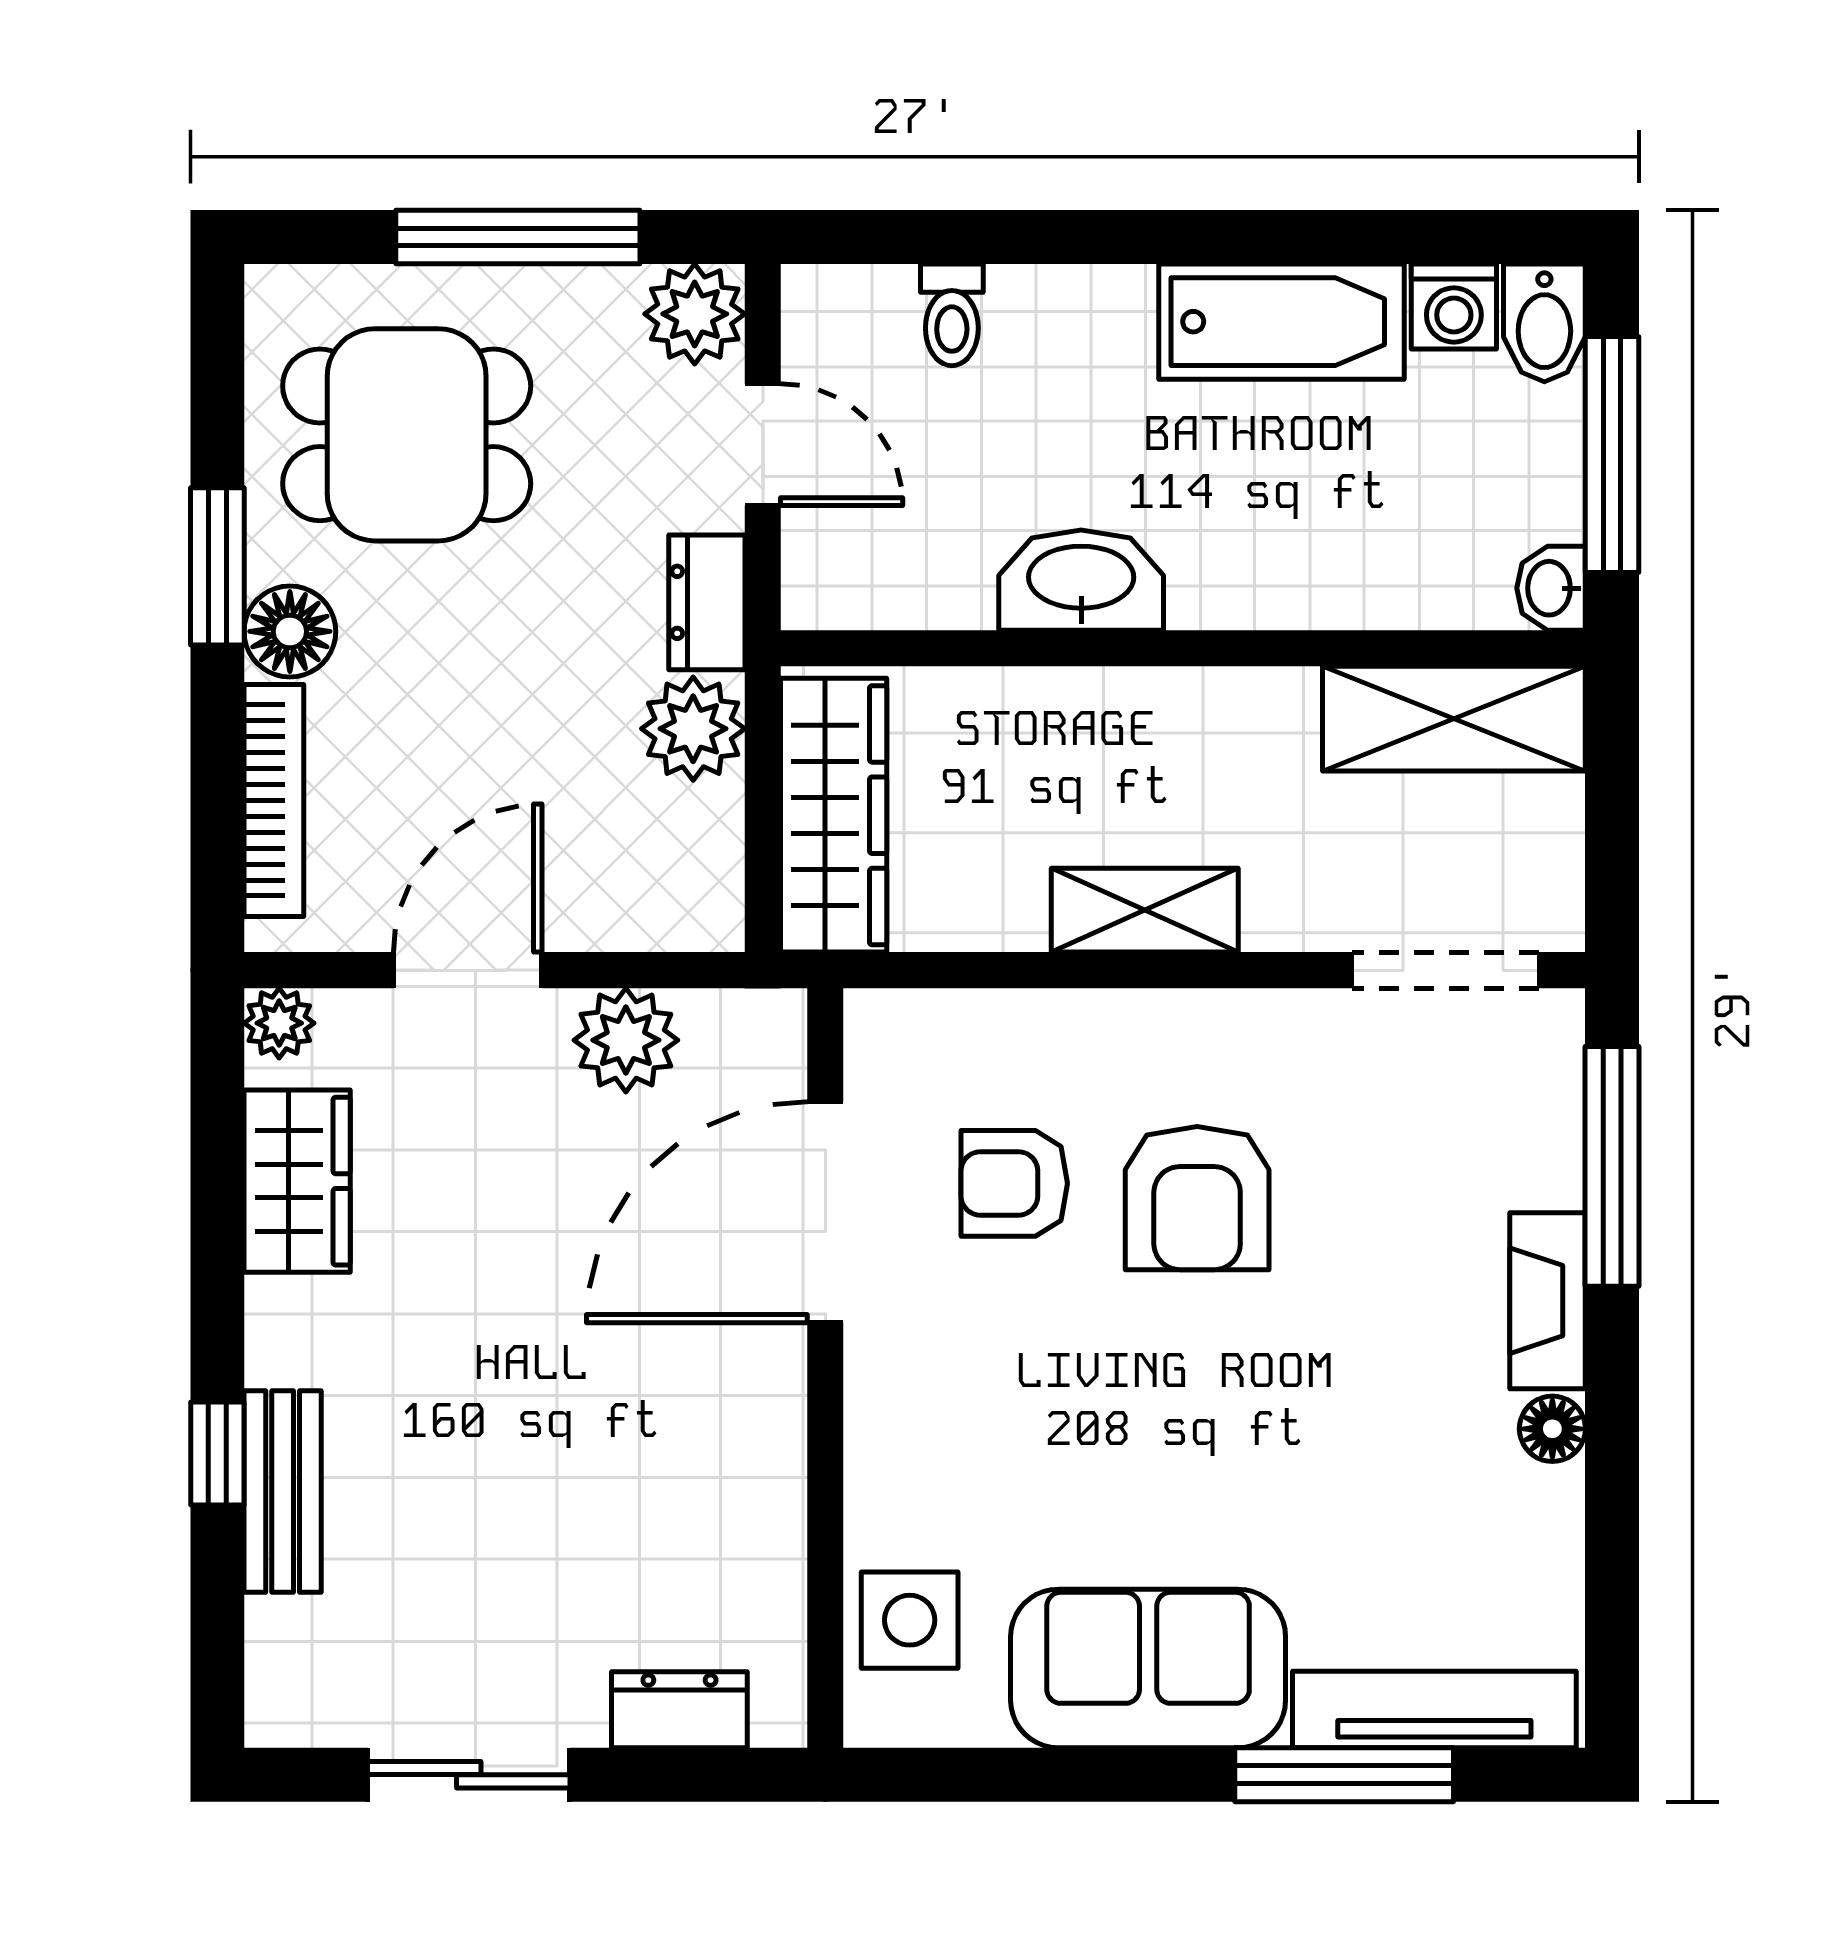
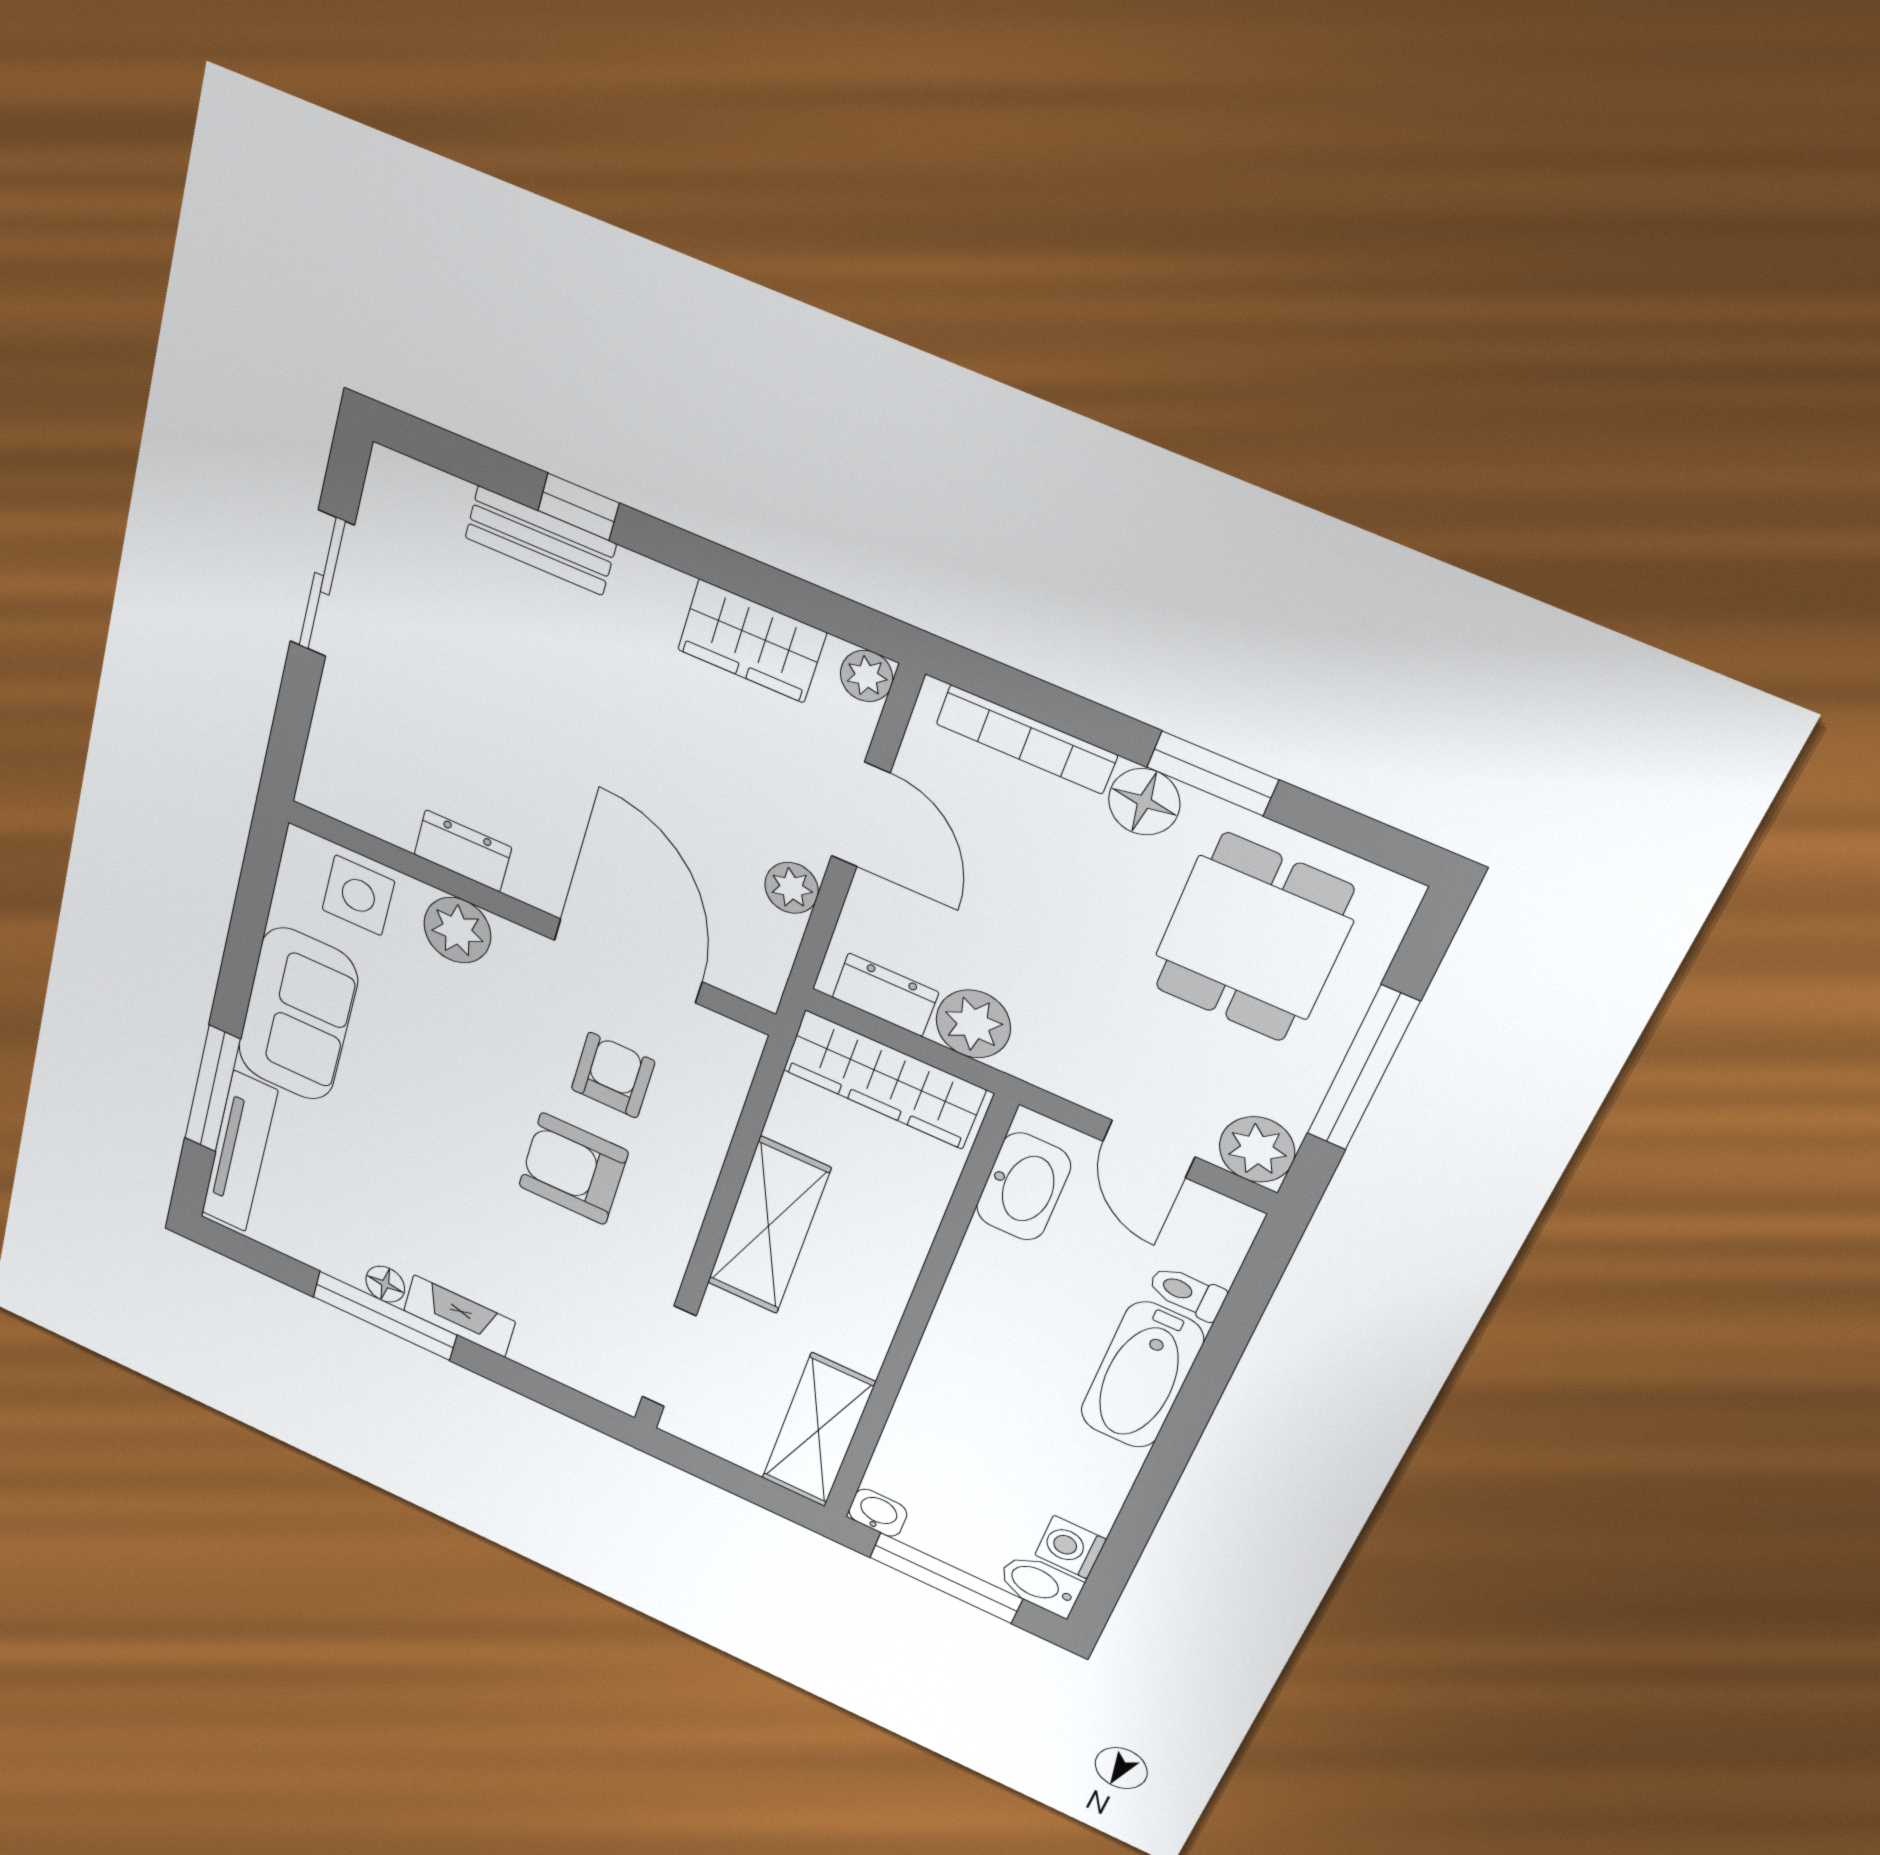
bathtub: (1281, 322) -> (1142, 1375), moved
door: (763, 445) -> (1149, 1149), hinge flipped
washbasin: (1081, 580) -> (1023, 1187), moved
dresser: (707, 602) -> (885, 995), moved
shelving: (1145, 910) -> (769, 1226), width x1.50, depth x1.33
plant: (626, 1040) -> (792, 888), width x0.73, depth x0.73
window: (1612, 1166) -> (385, 1316), moved
plant: (895, 1464) -> (457, 930), added
dresser: (679, 1710) -> (463, 851), moved, turned -90

